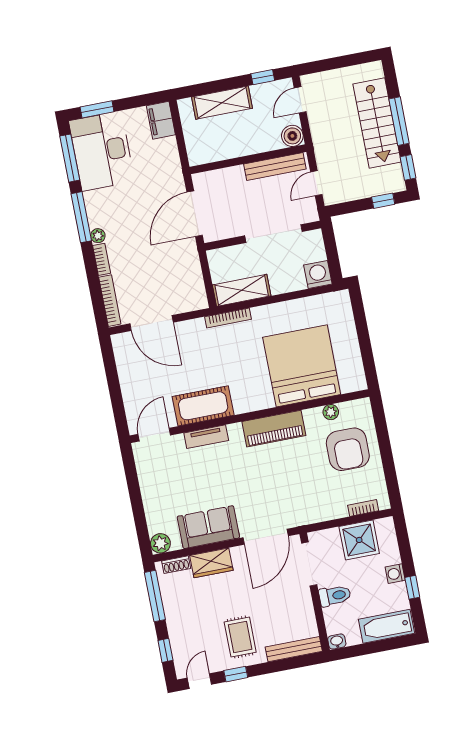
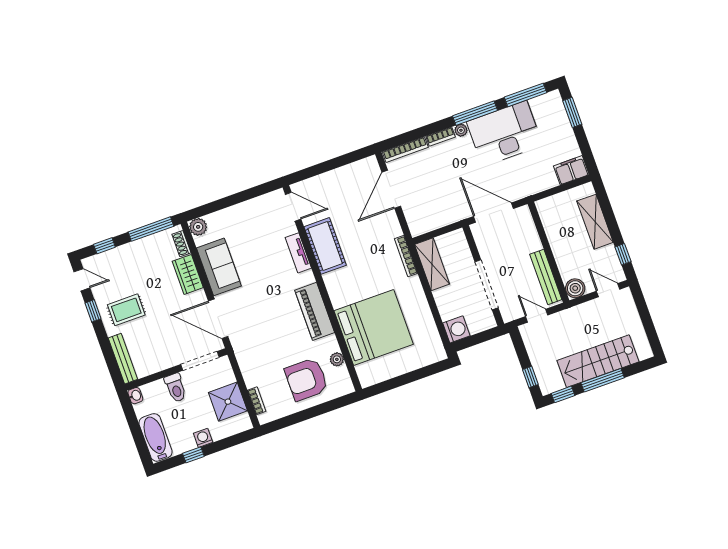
desk: (102, 151) -> (505, 133), moved

